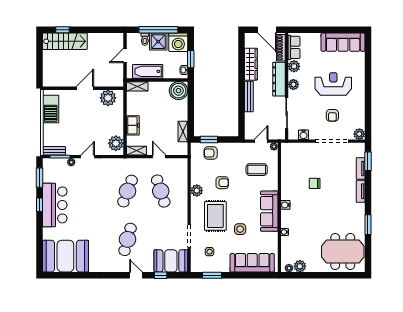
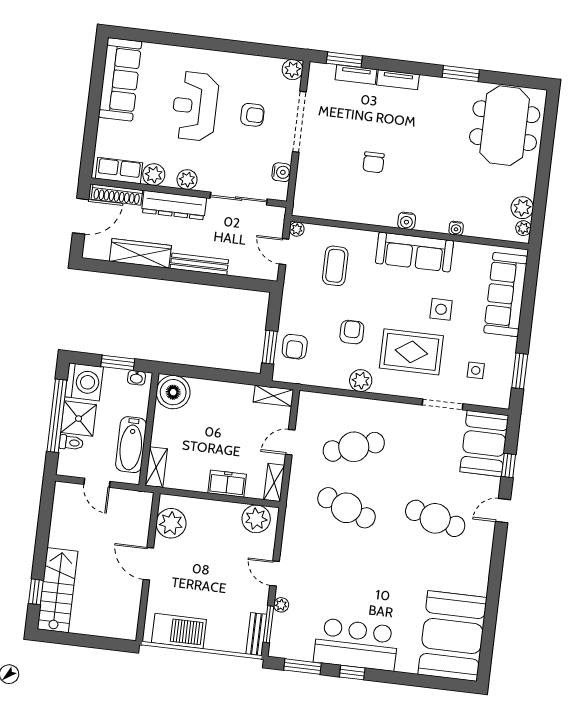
shelving: (183, 132) -> (273, 396), moved

